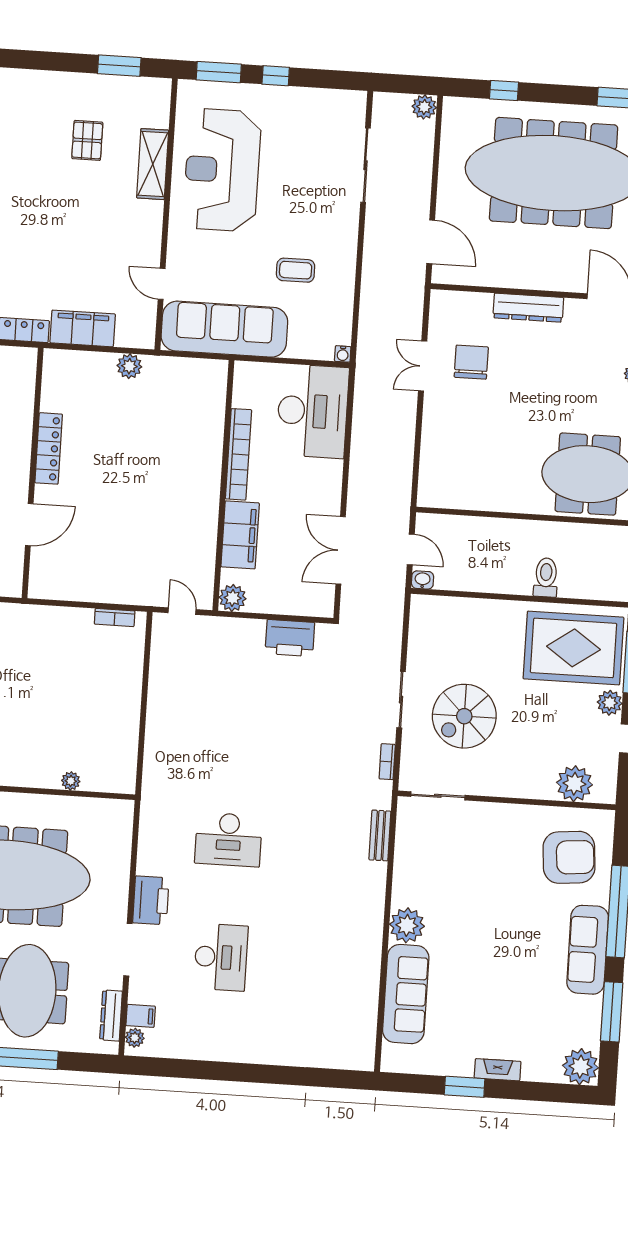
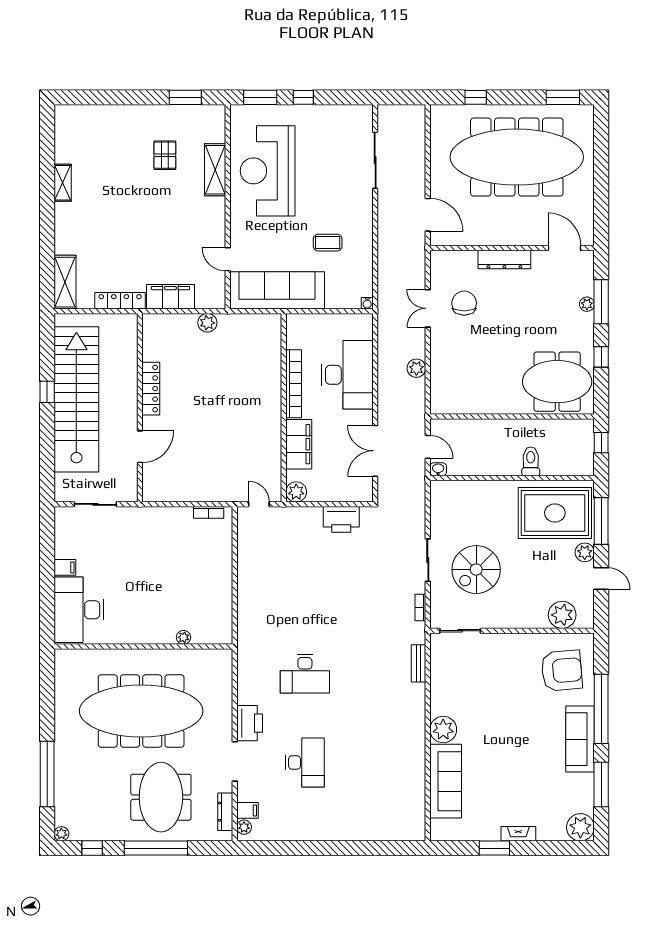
plant: (424, 107) -> (416, 368), moved
desk: (313, 411) -> (347, 375), moved

